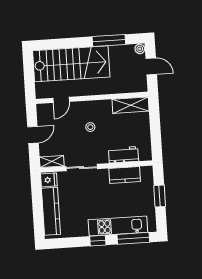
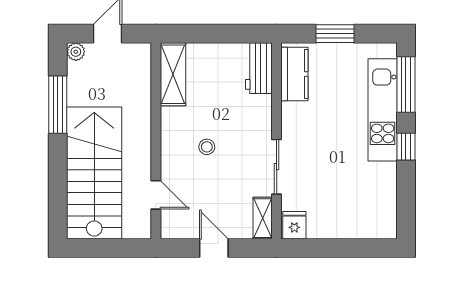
workbench: (124, 155) -> (259, 68), moved
kitchen counter: (125, 175) -> (294, 74), moved
kitchen counter: (51, 211) -> (349, 225), removed

